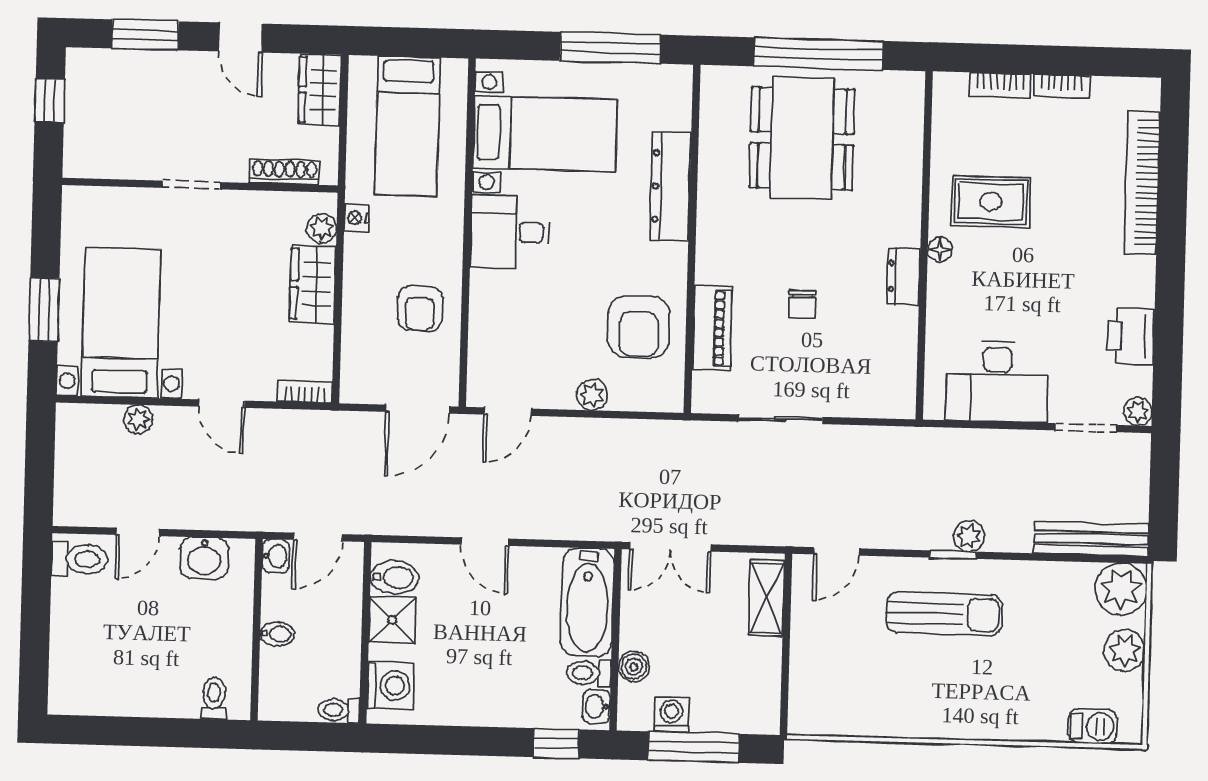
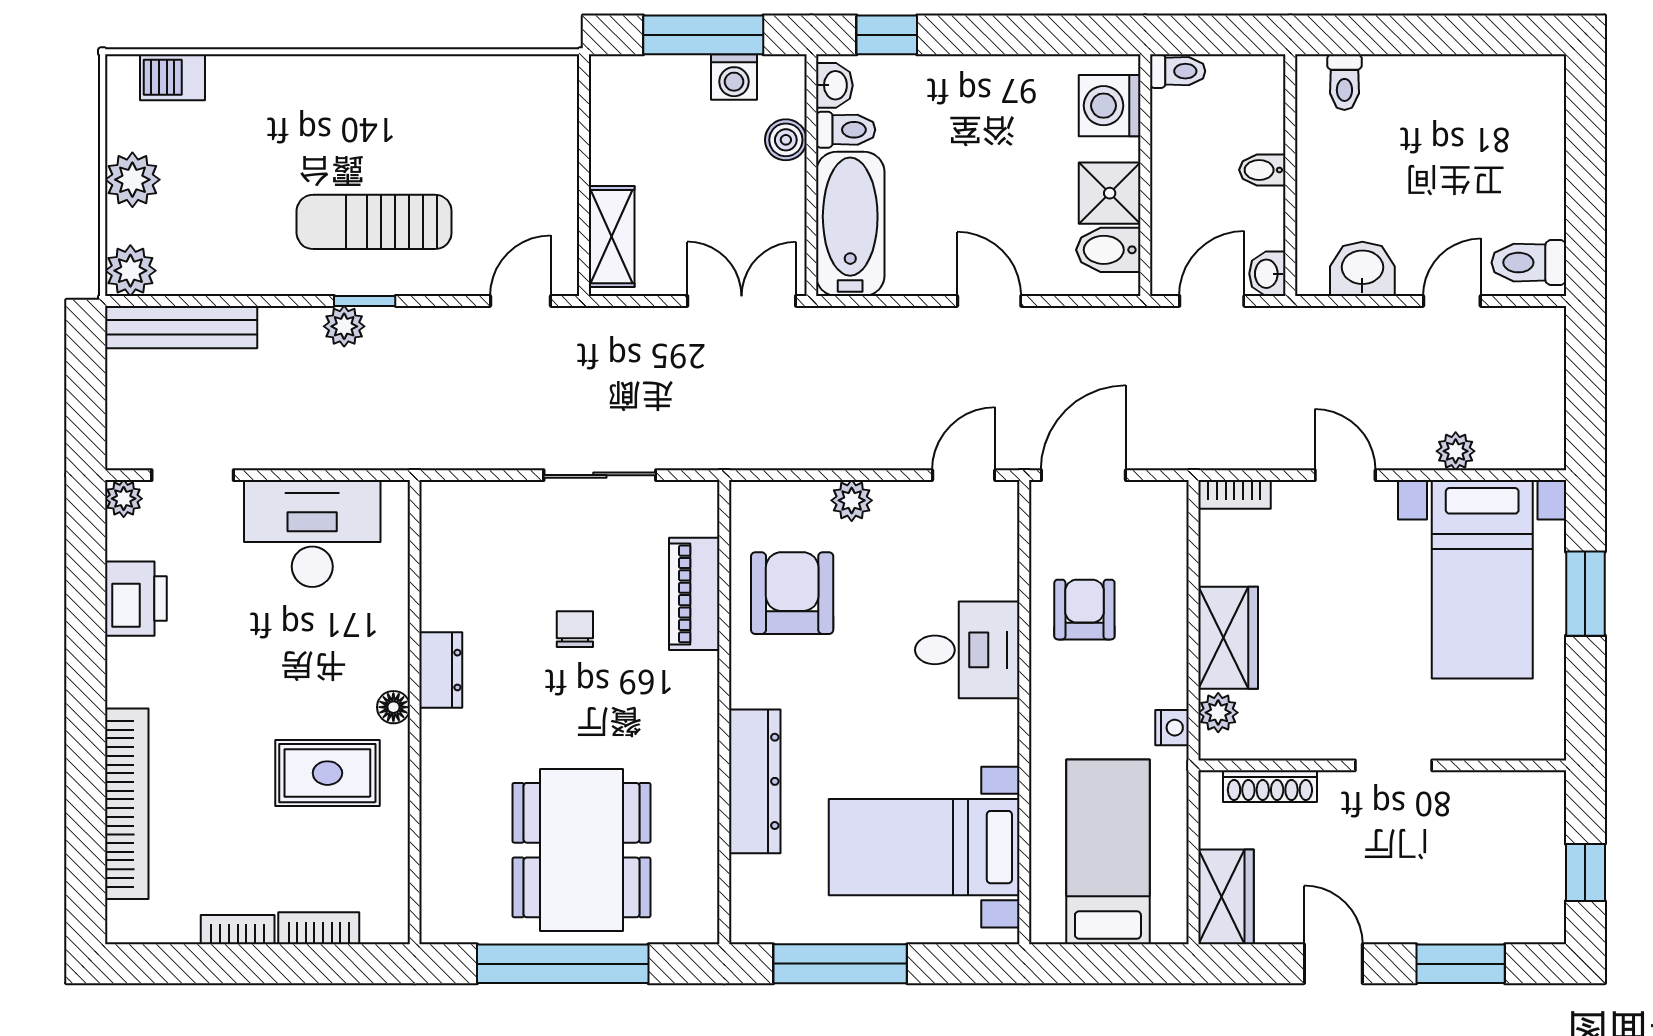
desk: (510, 232) -> (967, 650), moved
plant: (1121, 589) -> (130, 271), width x0.73, depth x0.73

